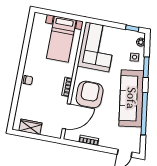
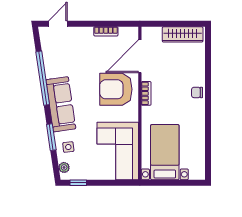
armchair: (90, 94) -> (116, 89), turned 90
sofa: (131, 98) -> (61, 104), width x0.74, depth x0.79
wardrobe: (30, 127) -> (183, 34), width x1.50

